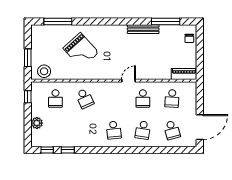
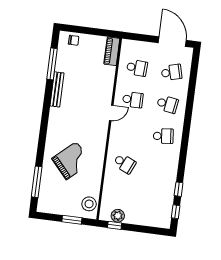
door: (128, 81) -> (111, 113), swing flipped
school desk: (55, 98) -> (120, 195), removed
school desk: (85, 98) -> (125, 163), turned 48
plant: (37, 123) -> (118, 216), moved

